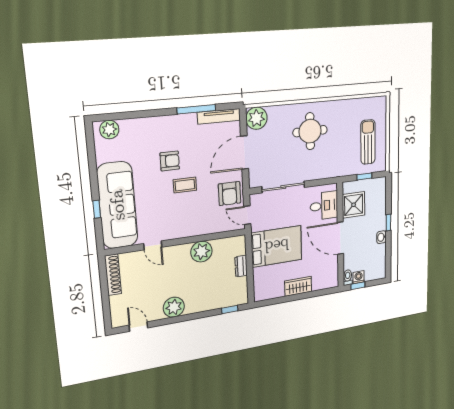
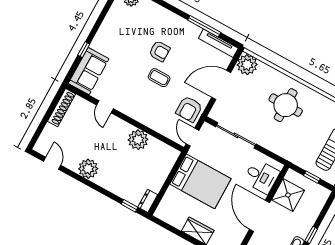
sofa: (117, 205) -> (89, 71), width x0.54, depth x0.79
dresser: (241, 266) -> (148, 201), moved

